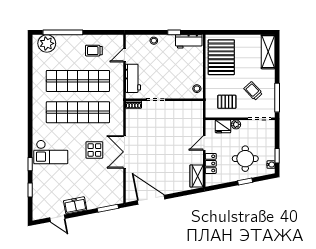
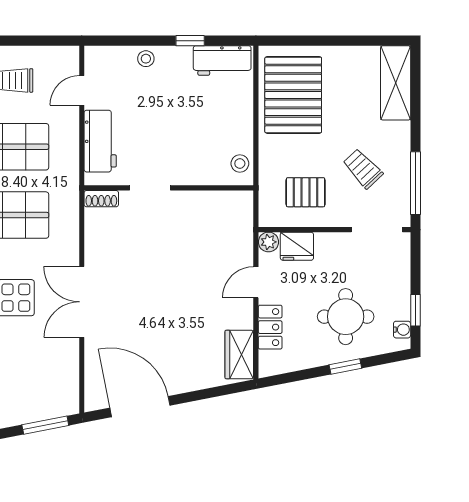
plant: (236, 124) -> (269, 242), moved

